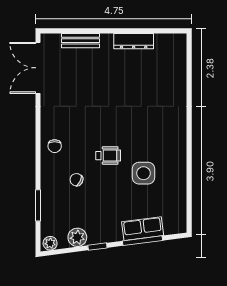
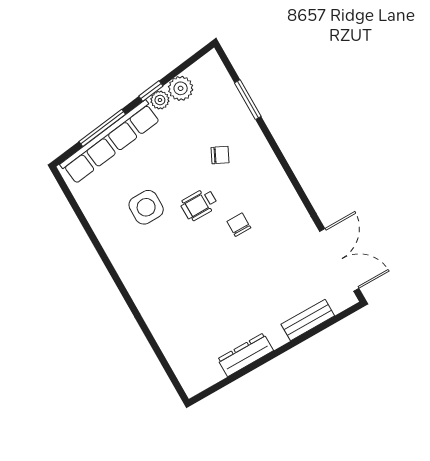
chair: (55, 146) -> (239, 225), moved
row of seats: (143, 229) -> (110, 142), width x2.02
plant: (50, 243) -> (160, 100), moved

